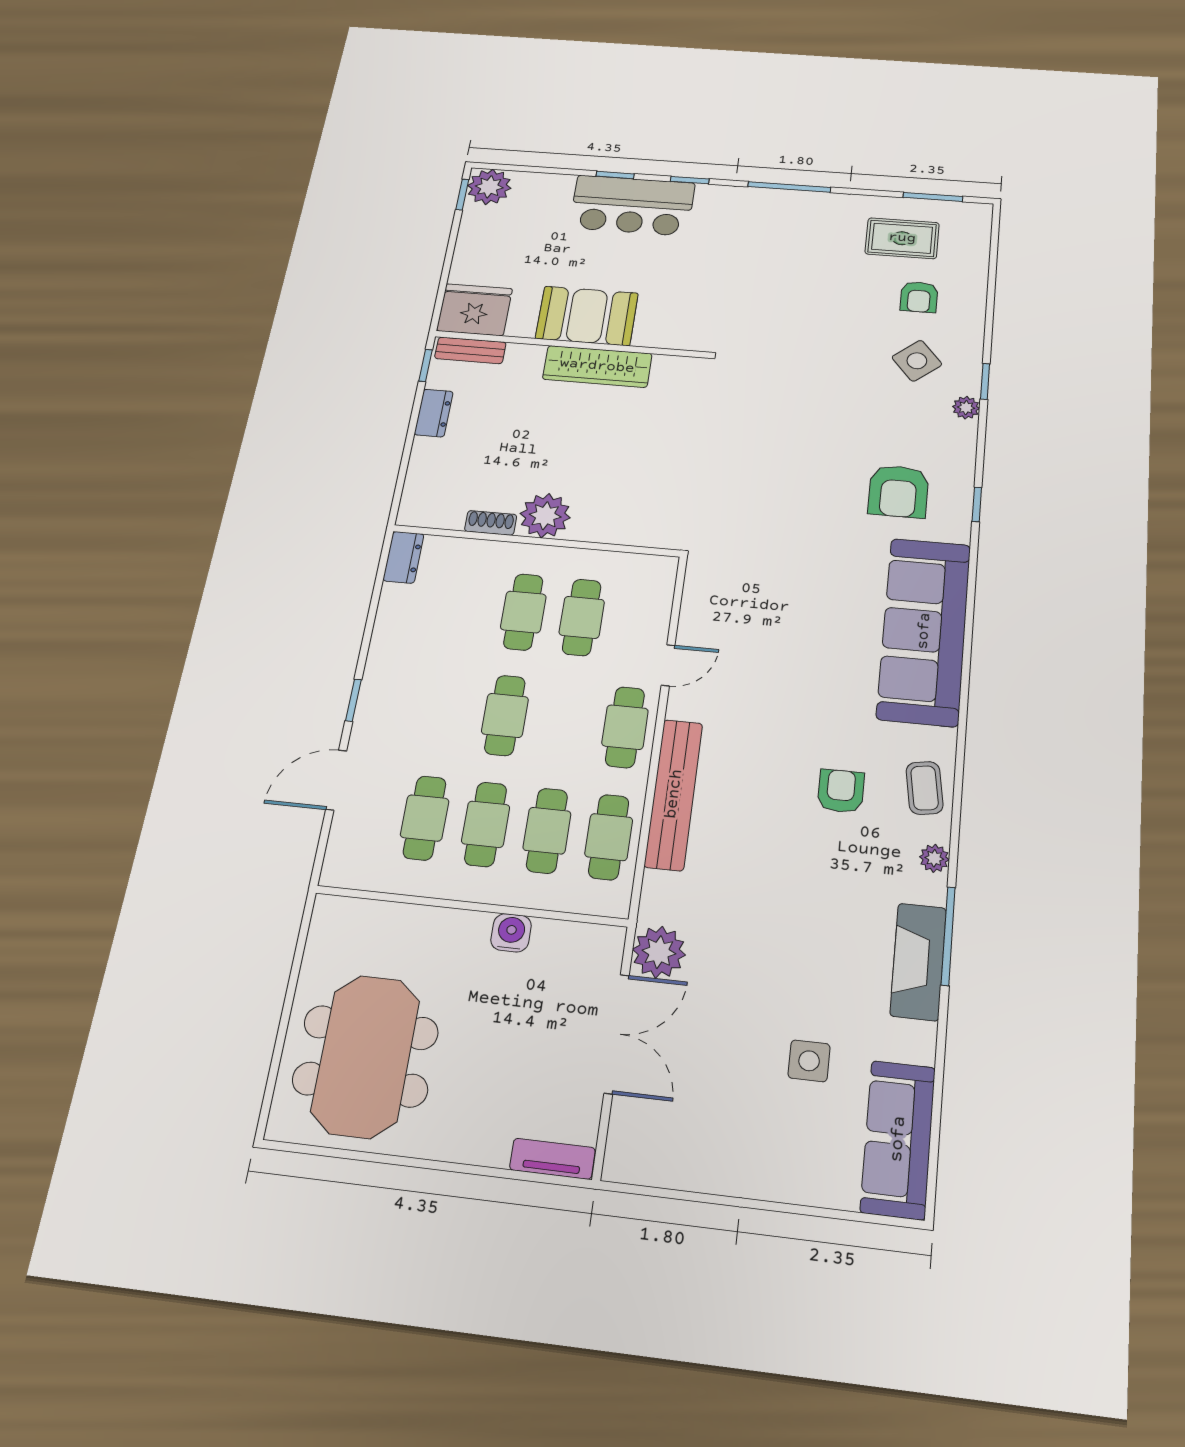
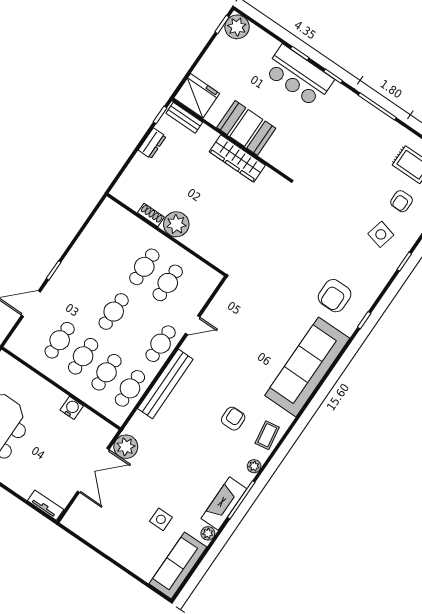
side table: (917, 361) -> (381, 234), turned -36
plant: (966, 408) -> (208, 533), moved
dresser: (403, 557) -> (105, 212), removed

